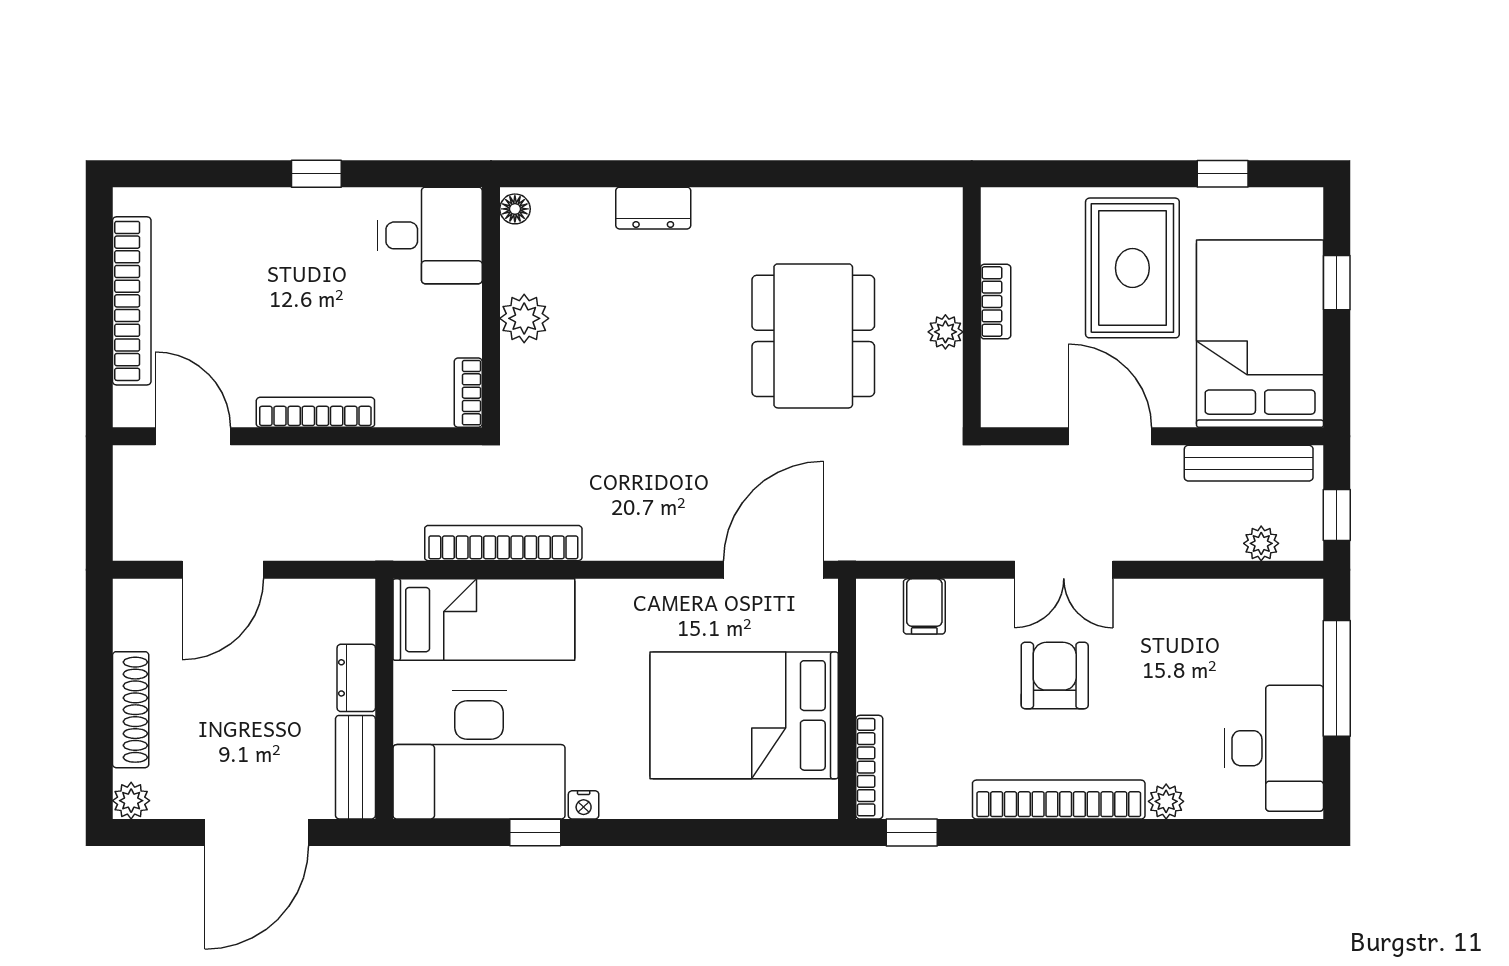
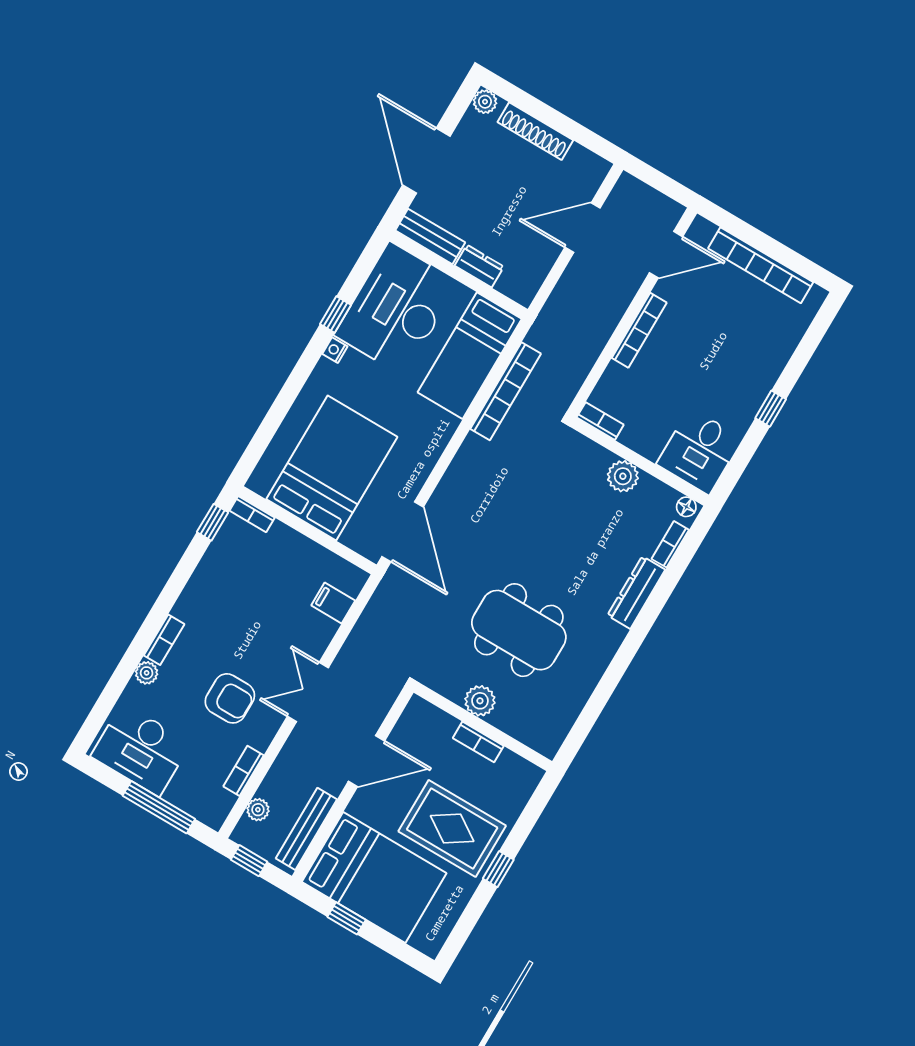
window: (1223, 174) -> (498, 869), moved
bookcase: (578, 201) -> (670, 544), added
dresser: (653, 208) -> (636, 593), width x1.44
window: (1337, 283) -> (347, 918), moved
plant: (945, 332) -> (480, 701), width x1.38, depth x1.38
door: (223, 570) -> (582, 228), hinge flipped
bookcase: (1221, 594) -> (244, 771), added
armchair: (1055, 676) -> (230, 698), moved
bookcase: (869, 767) -> (252, 514), width x0.64
bookcase: (1059, 800) -> (164, 640), width x0.43, depth x0.76

